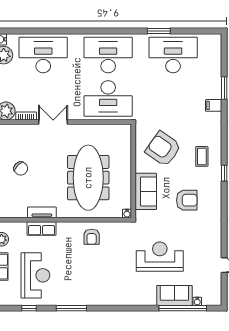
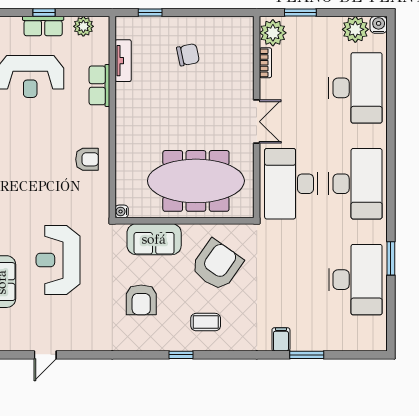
double door: (53, 122) -> (257, 122), moved
chair: (21, 168) -> (188, 55), turned -147
meeting table: (88, 178) -> (196, 181), moved
tv unit: (42, 212) -> (123, 61), moved
armchair: (92, 237) -> (87, 159), turned 180
reception desk: (160, 257) -> (58, 260), turned 180

